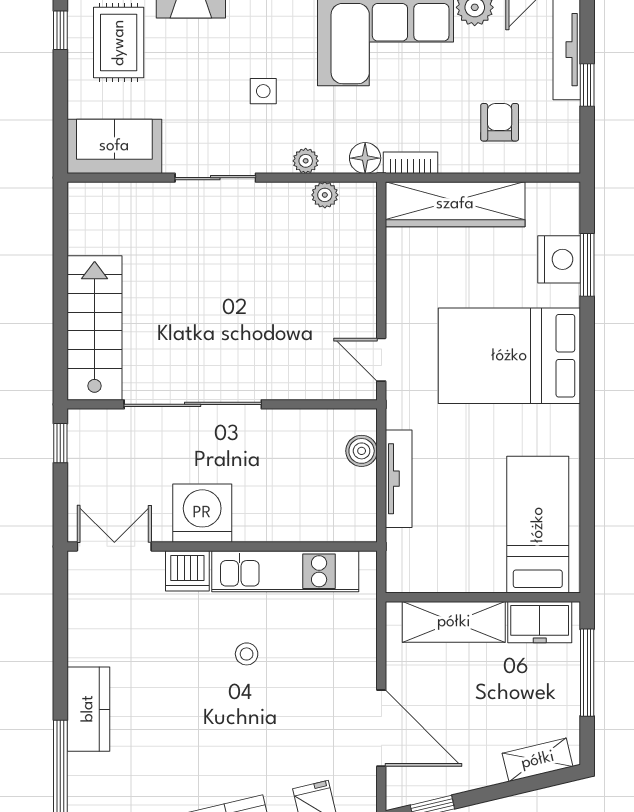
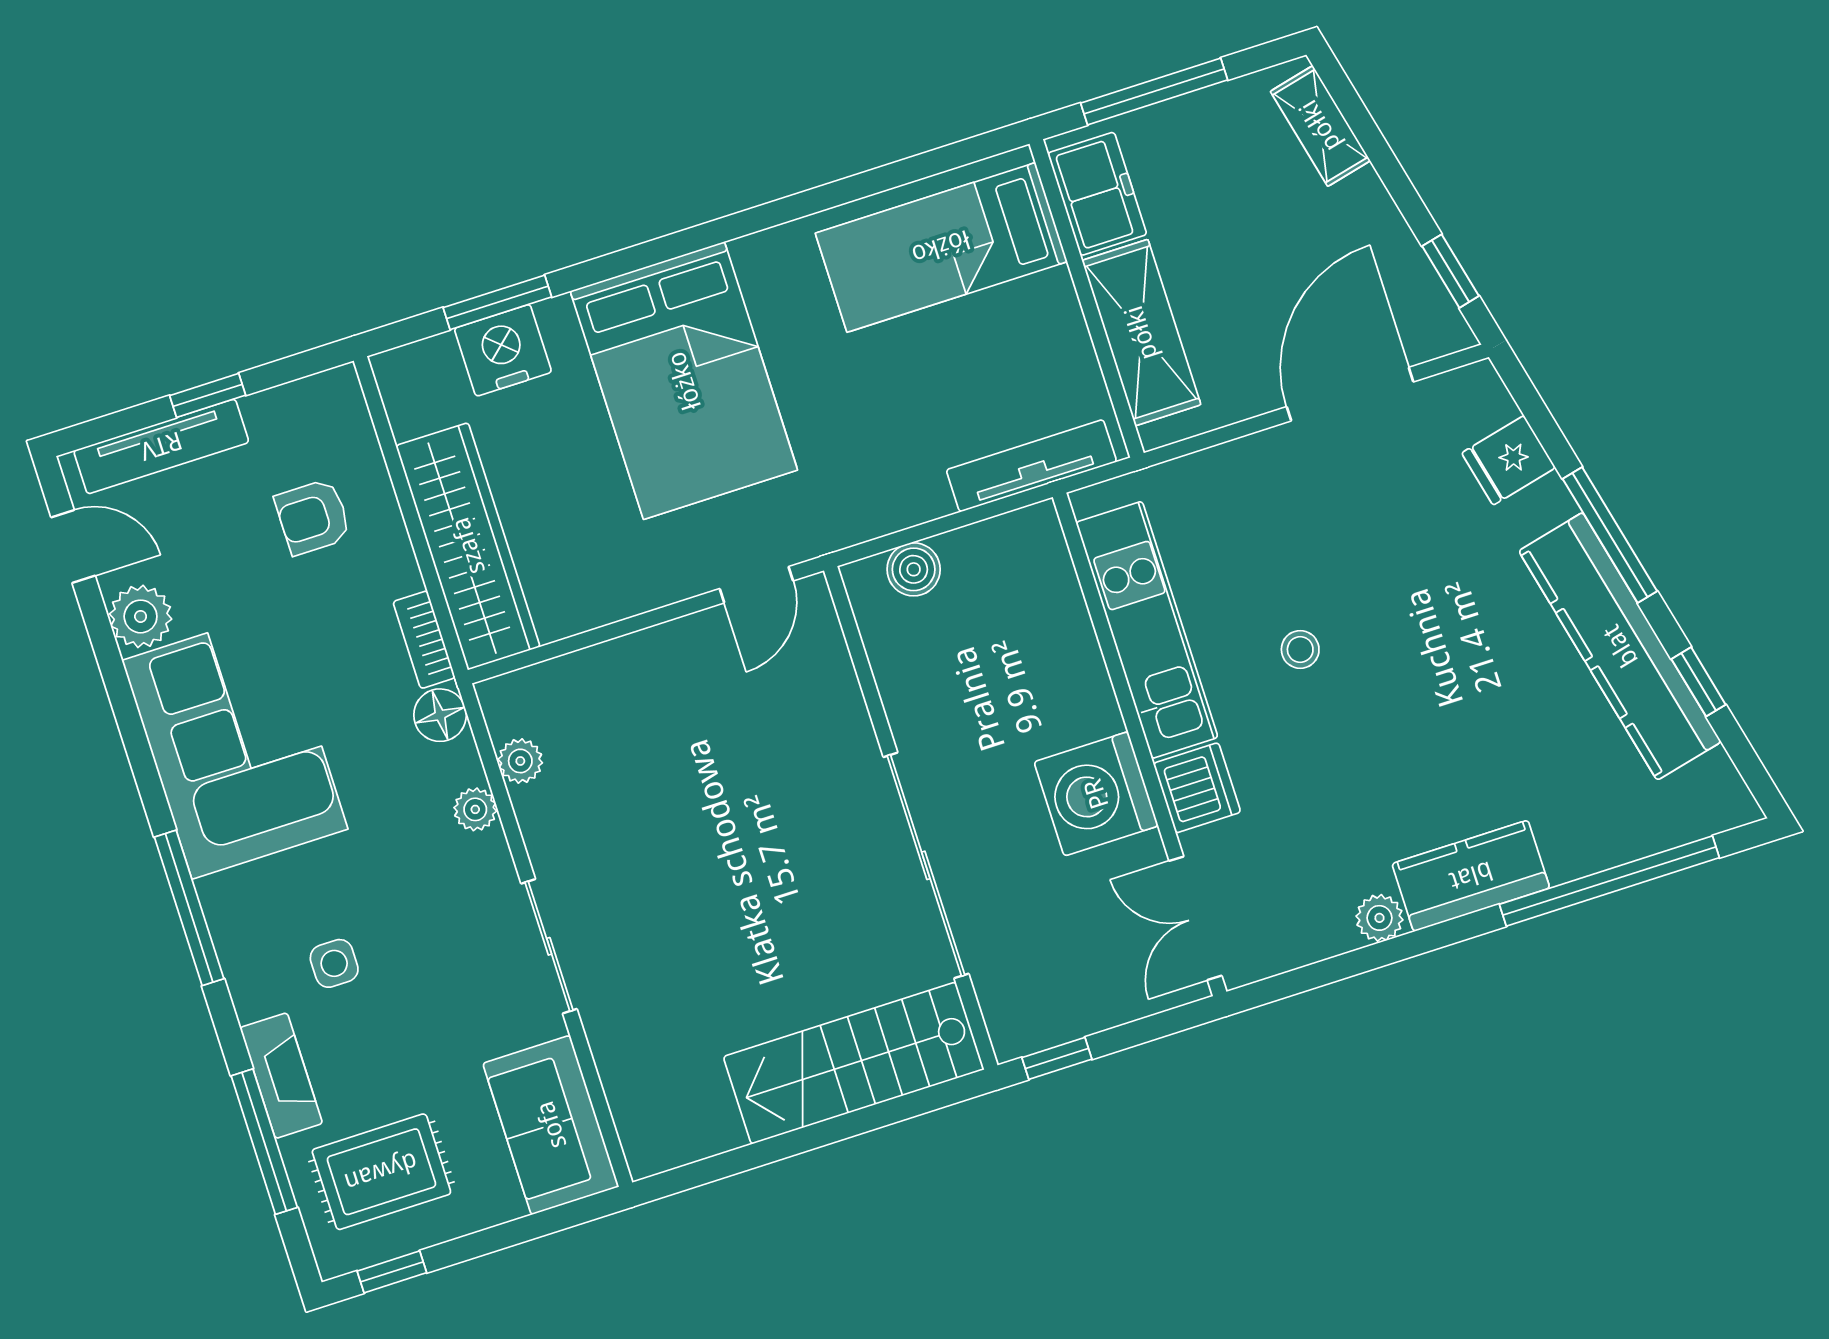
side table: (263, 91) -> (334, 963), moved
tv unit: (399, 479) -> (1031, 466), moved
plant: (81, 650) -> (1379, 918), added

